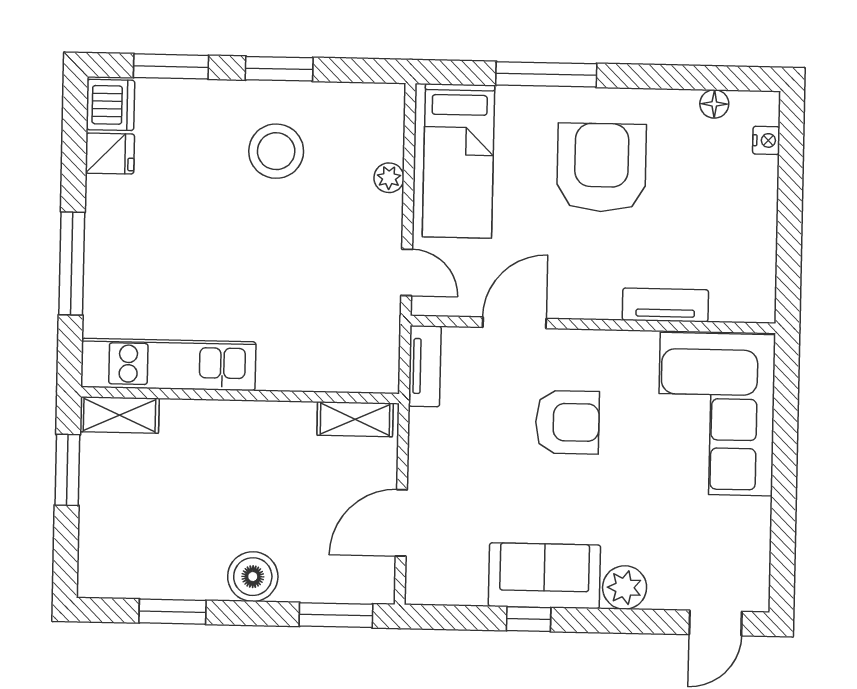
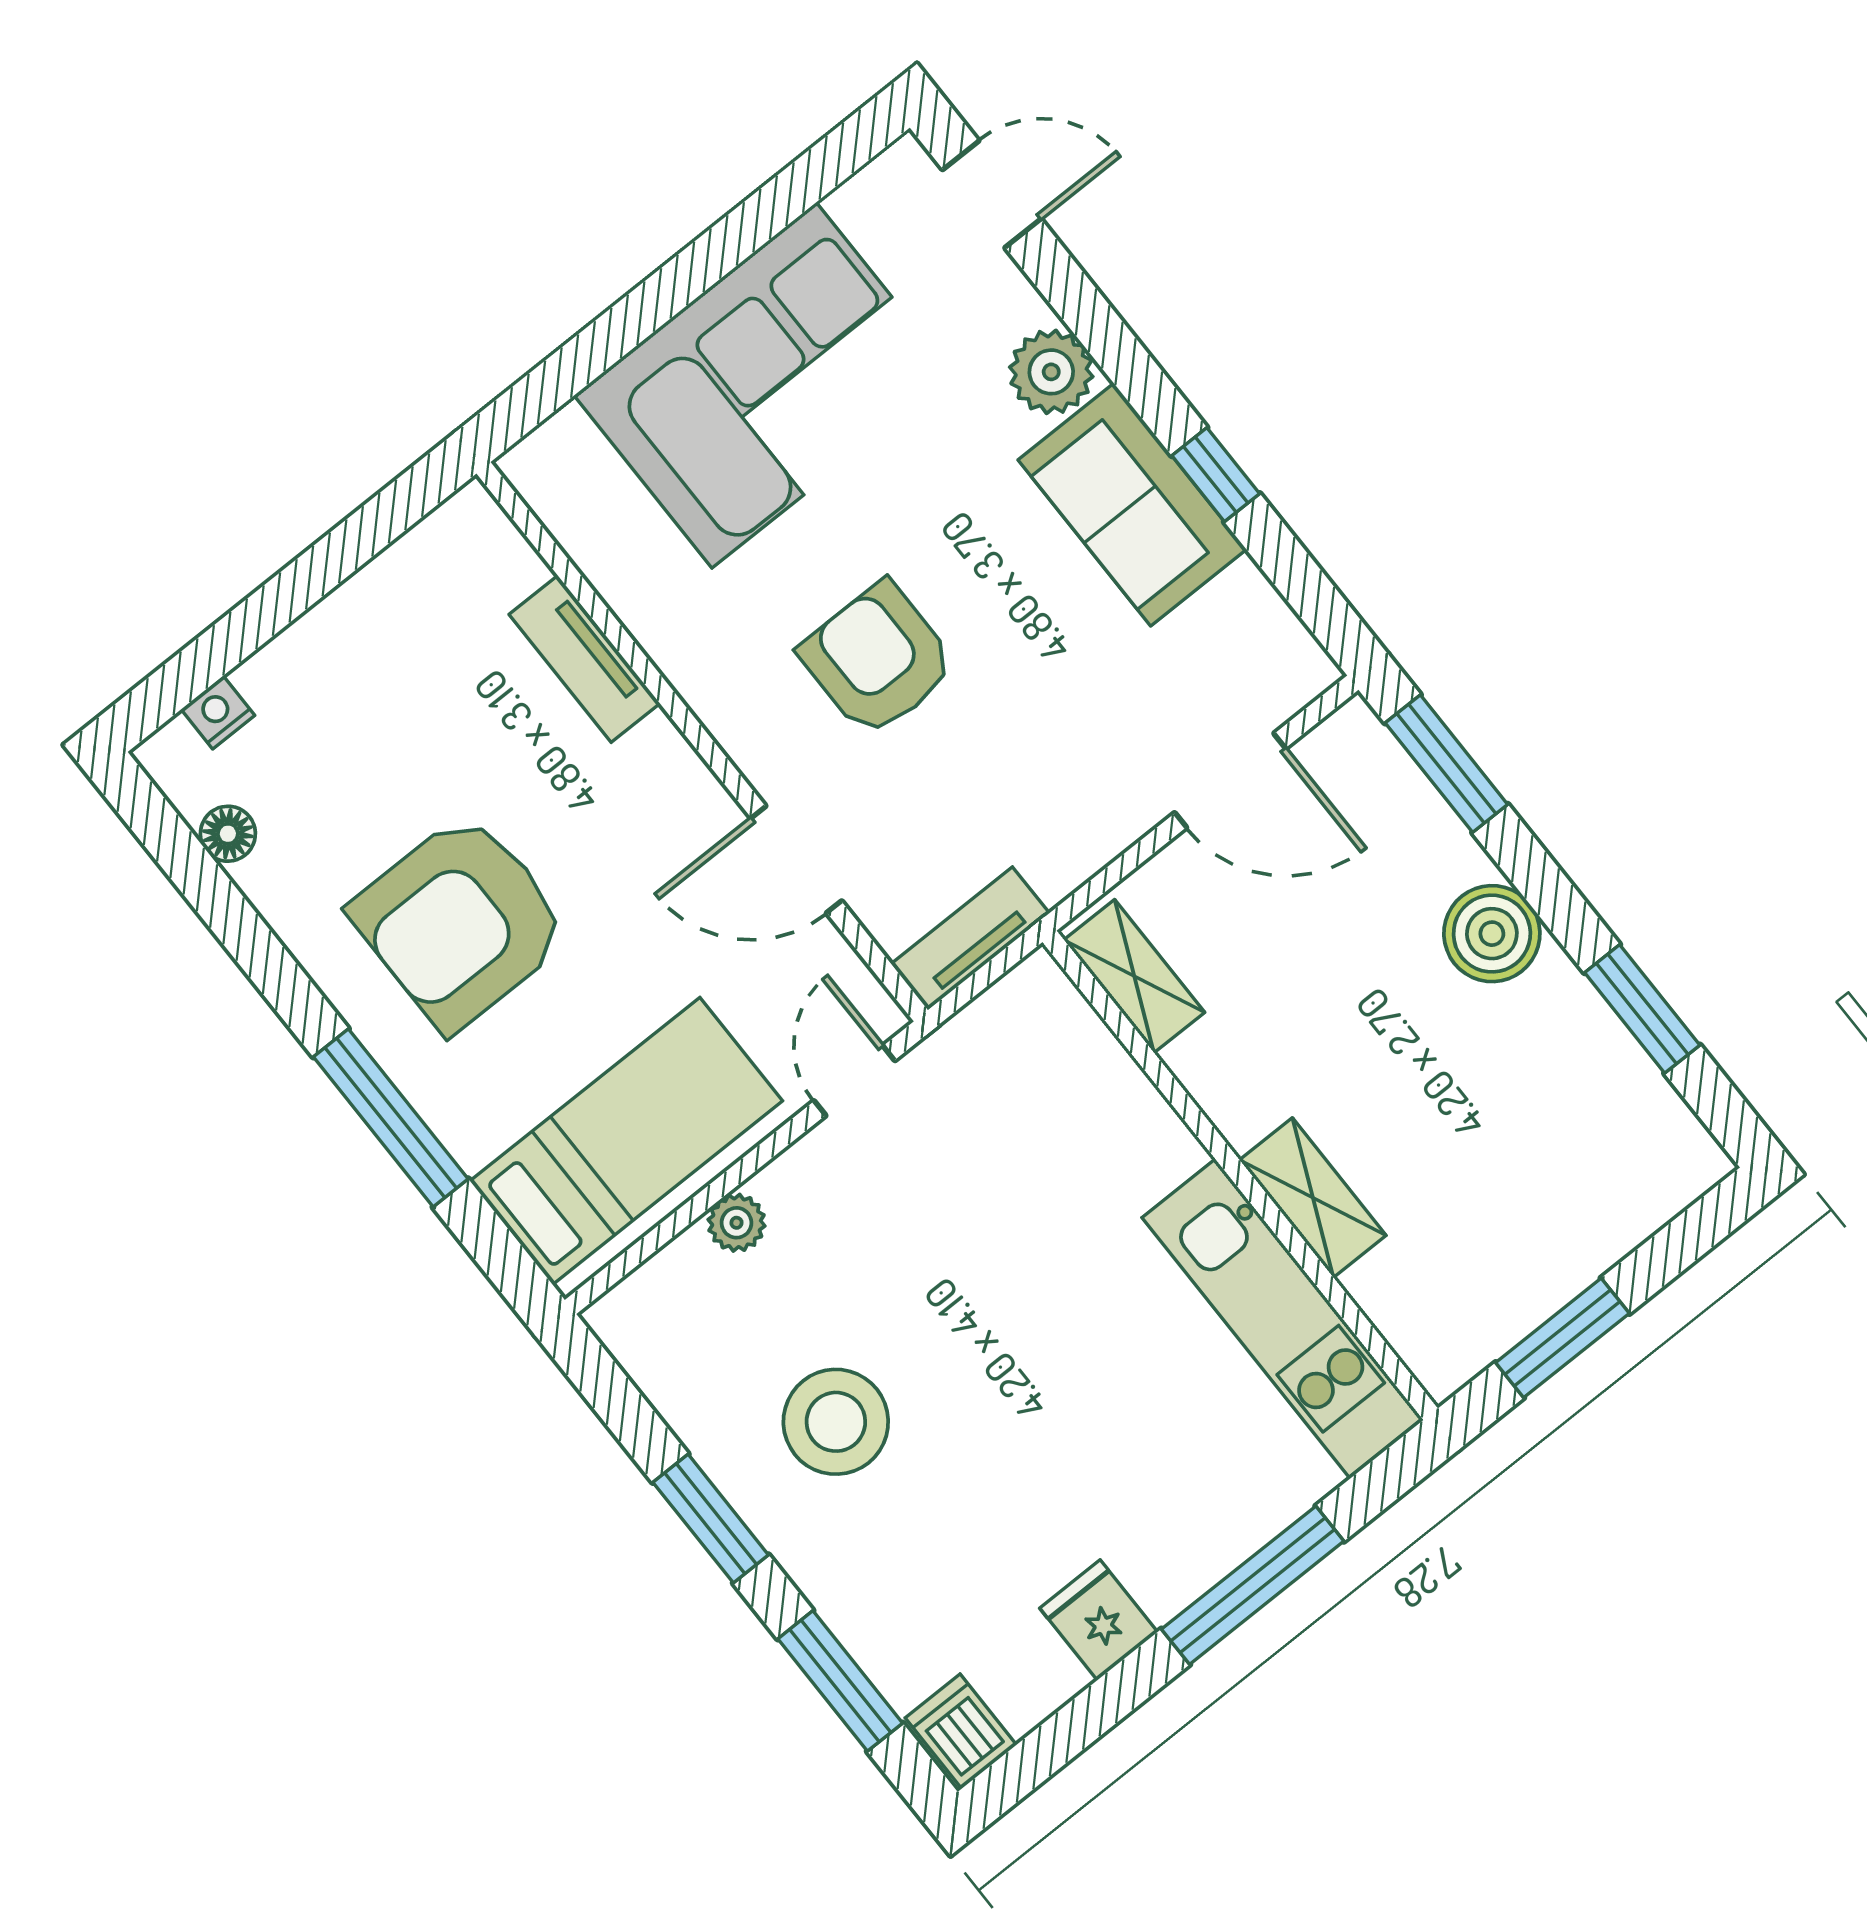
dishwasher: (110, 105) -> (961, 1731), width x0.73
fridge: (110, 154) -> (1099, 1620), moved
corner sofa: (716, 414) -> (764, 385), moved
shelving: (120, 415) -> (1313, 1198), moved

